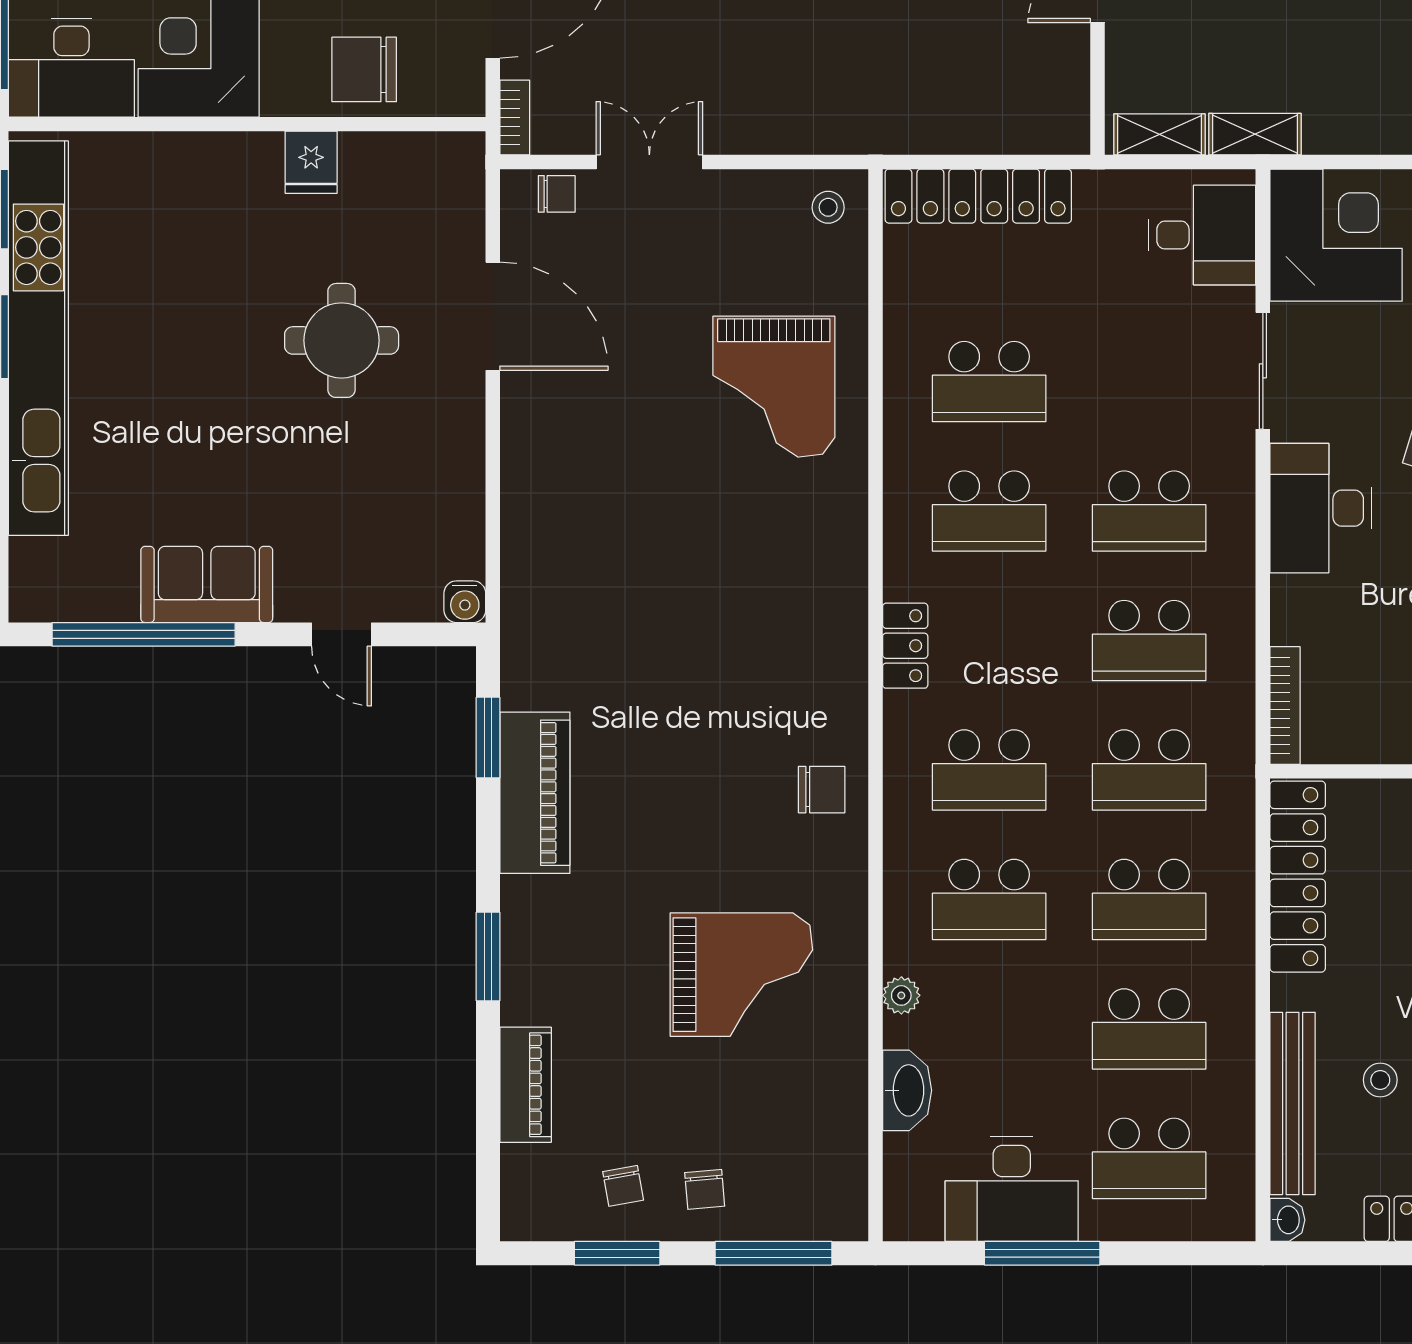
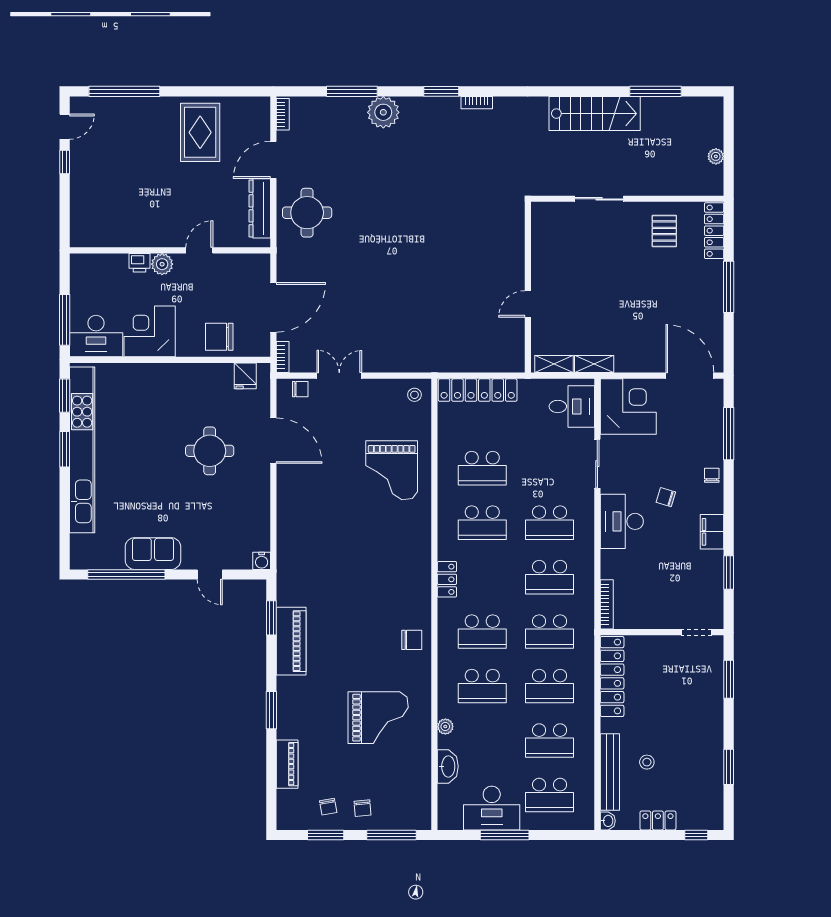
fridge: (311, 162) -> (245, 376), moved

